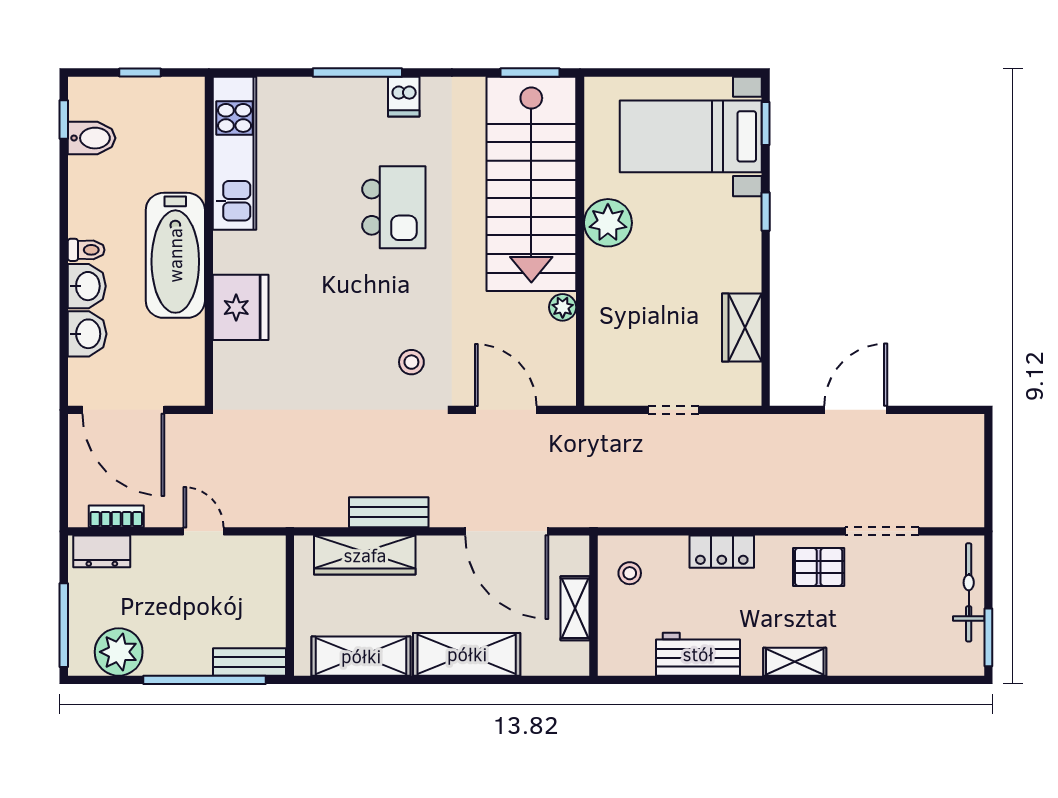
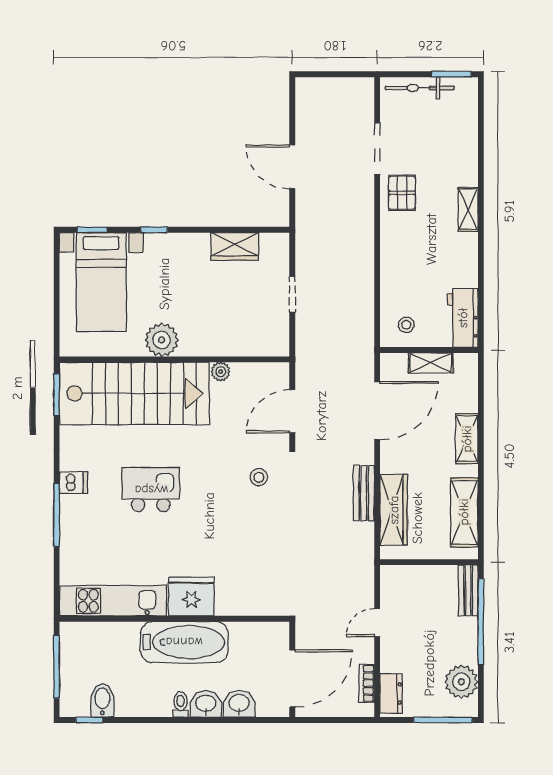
window: (140, 72) -> (57, 667), width x2.17
fridge: (241, 307) -> (191, 596), moved
locker: (722, 552) -> (391, 260), removed
shelving: (467, 654) -> (467, 439), width x0.67, depth x0.75
workbench: (698, 654) -> (463, 318), moved

